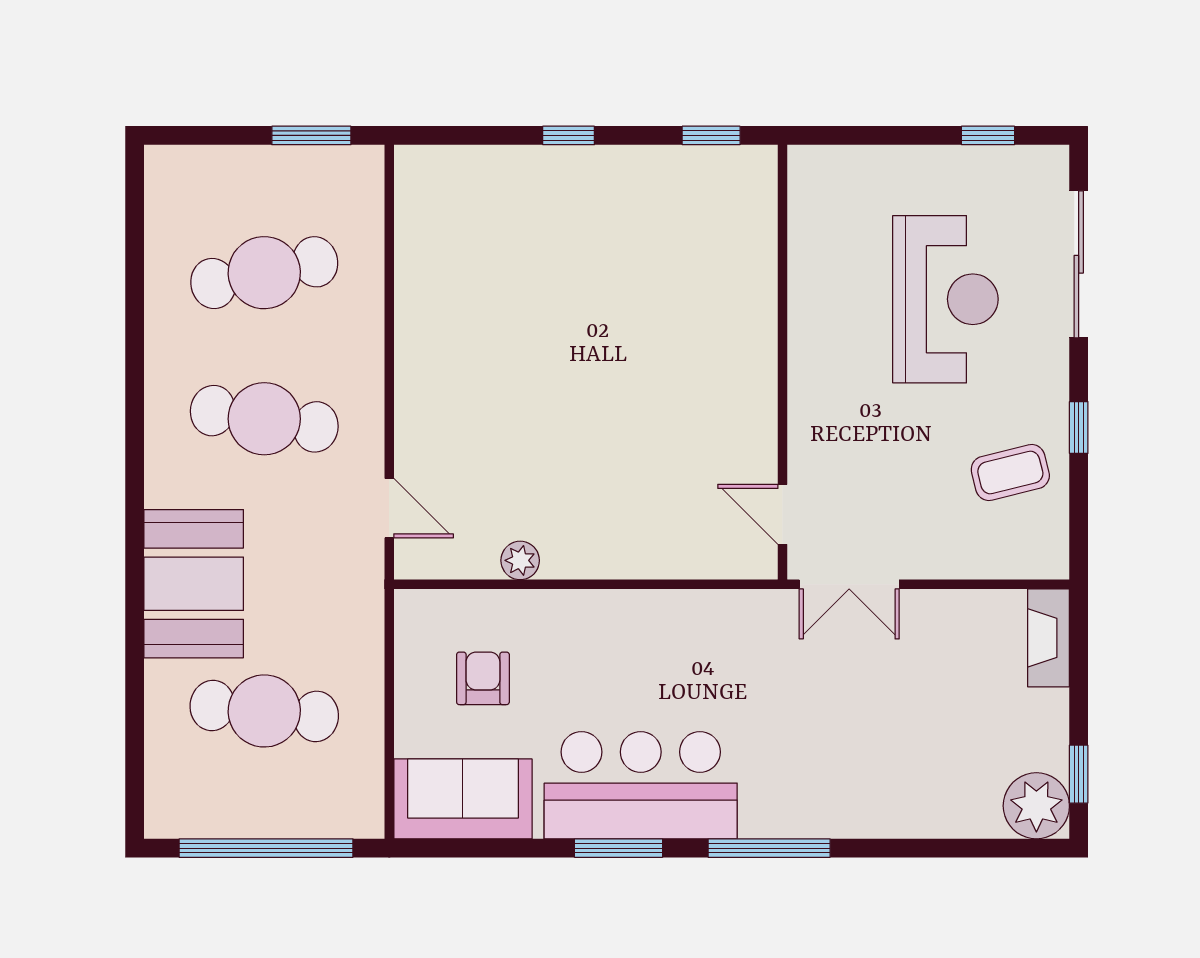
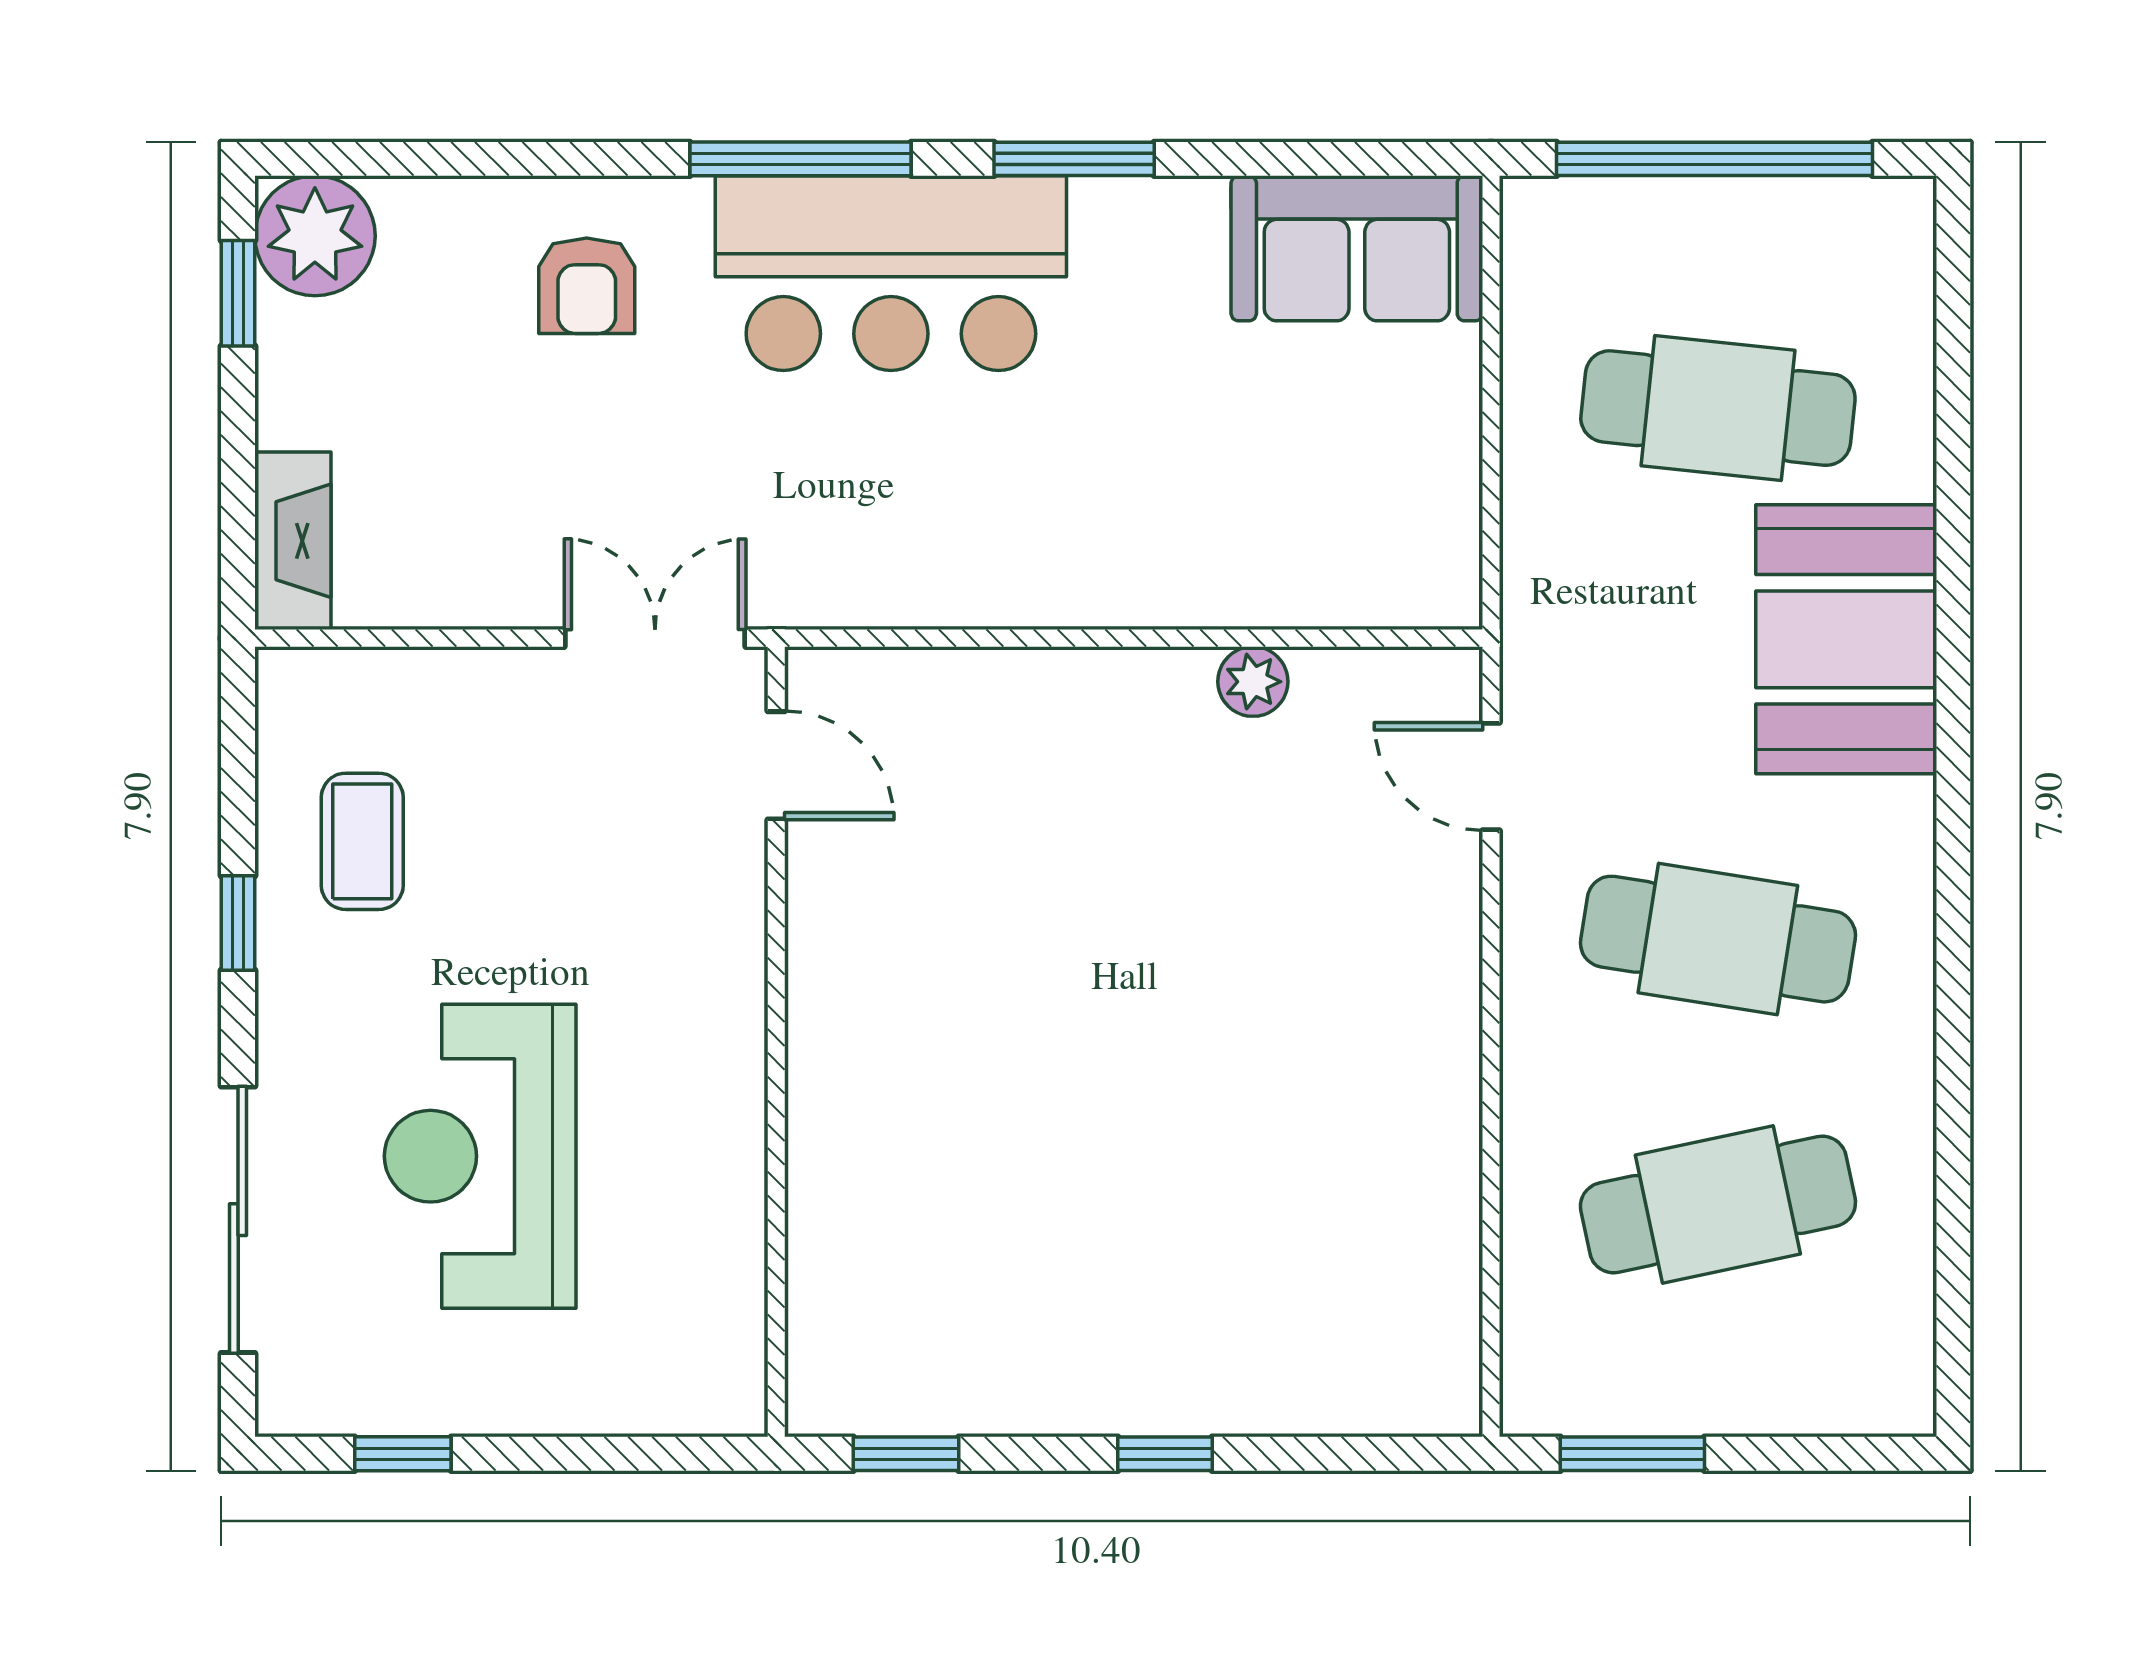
coffee table: (1010, 473) -> (362, 841), turned -76
armchair: (483, 678) -> (587, 286), moved
bar counter: (641, 785) -> (891, 273), moved

